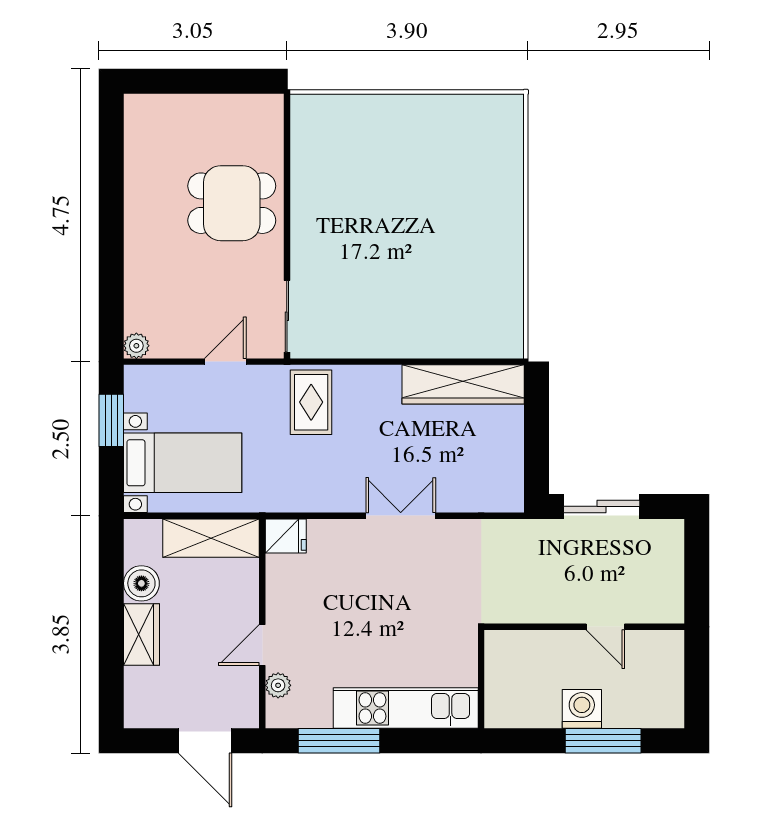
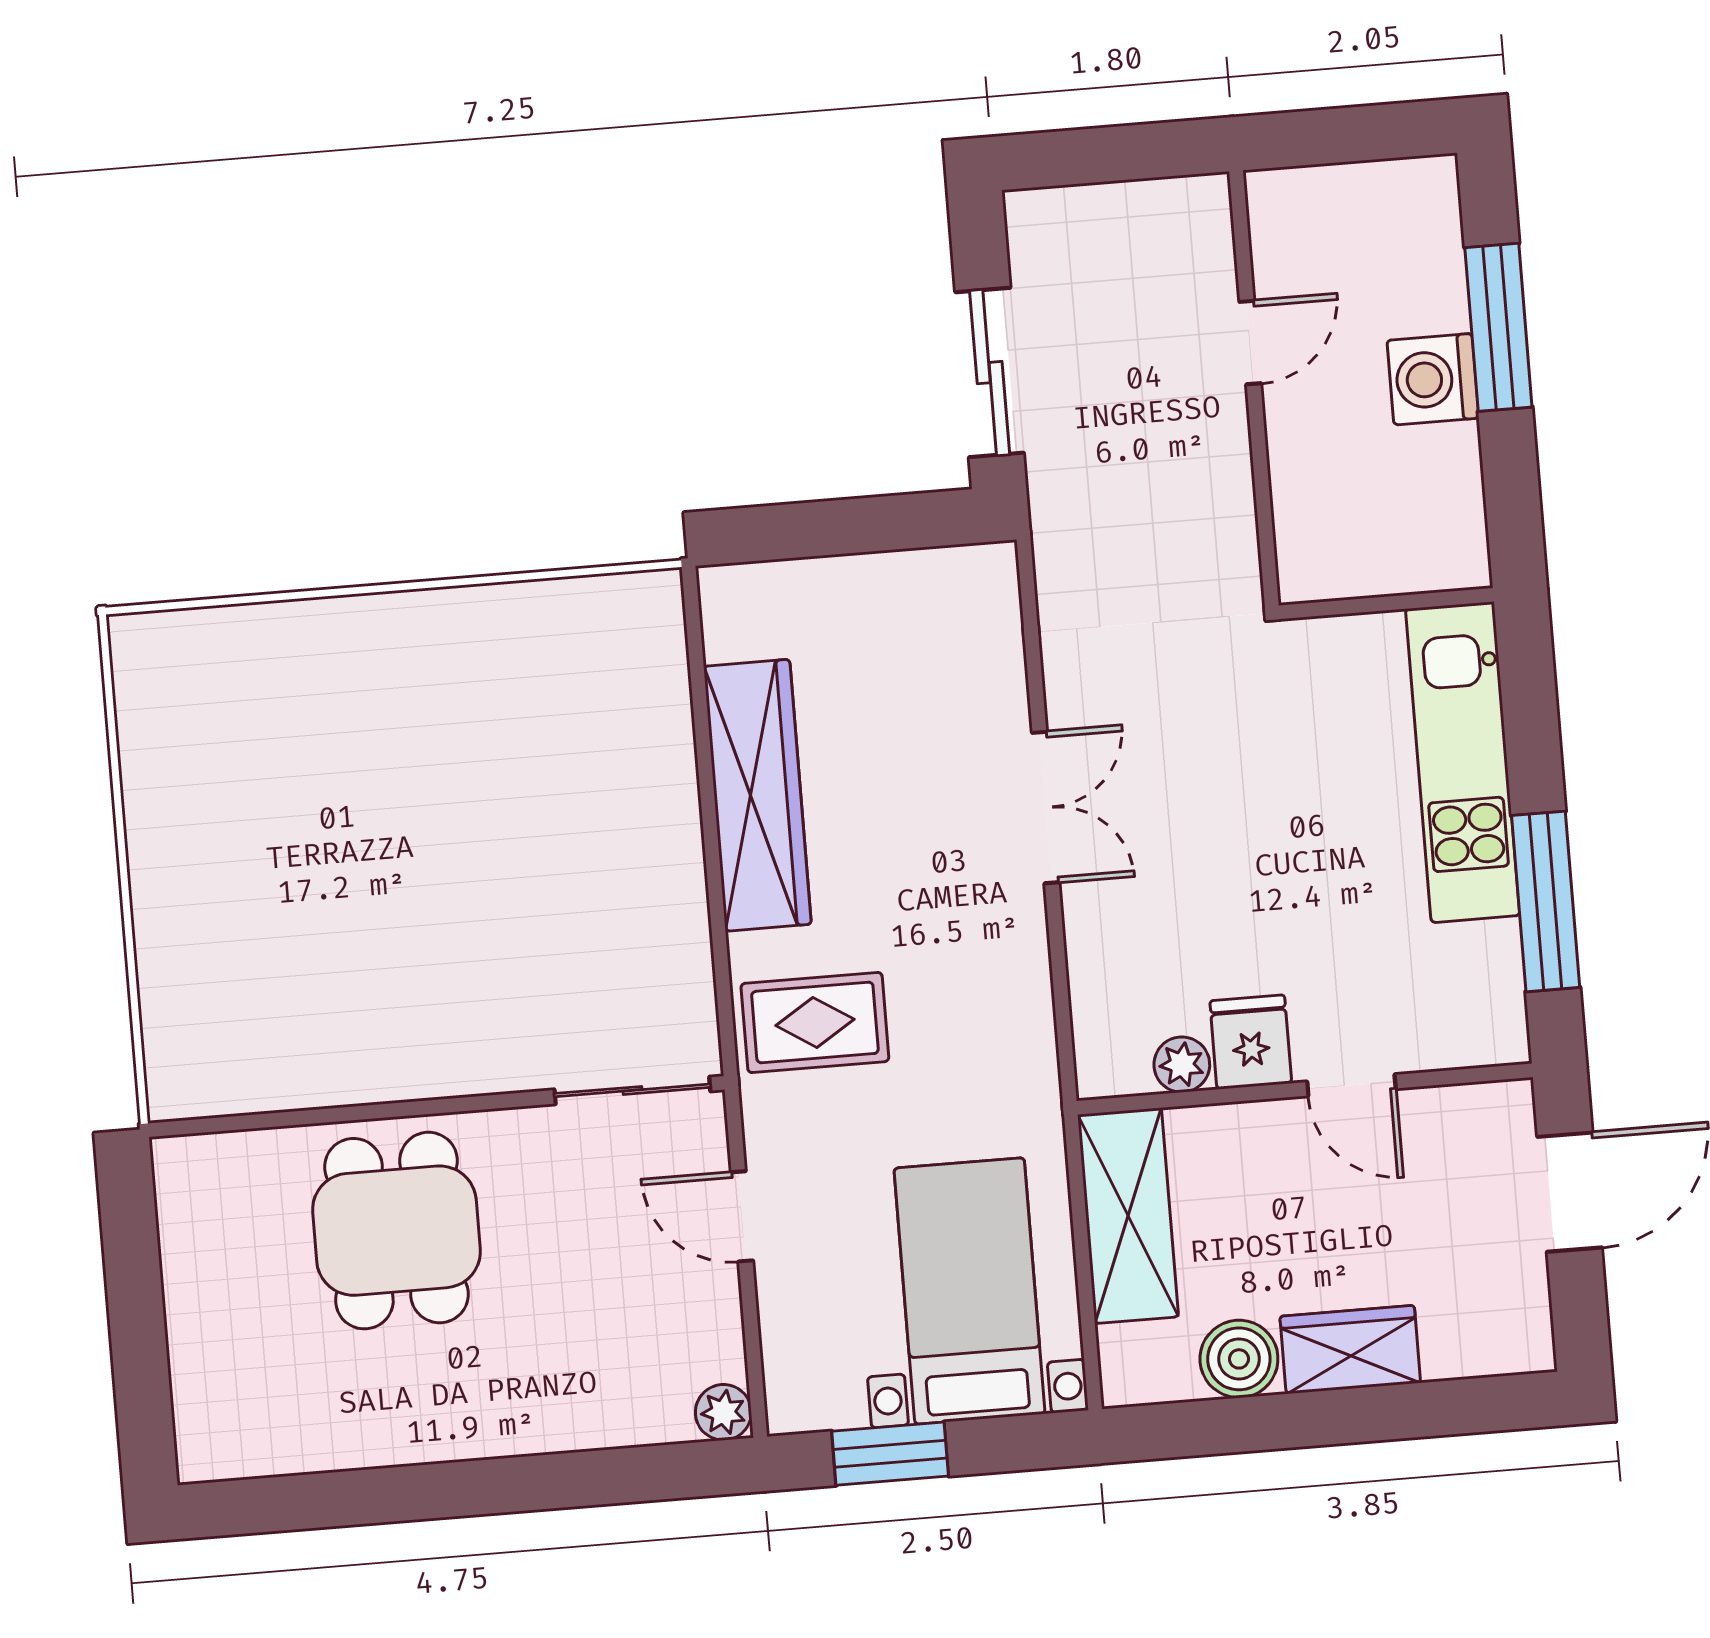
wardrobe: (463, 384) -> (757, 795), moved
double door: (401, 516) -> (1046, 808), swing flipped
fridge: (286, 536) -> (1251, 1042), moved
plant: (278, 685) -> (1182, 1065), moved

